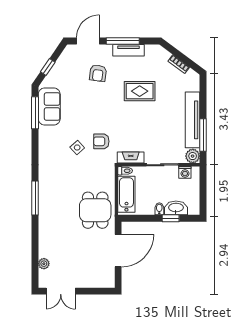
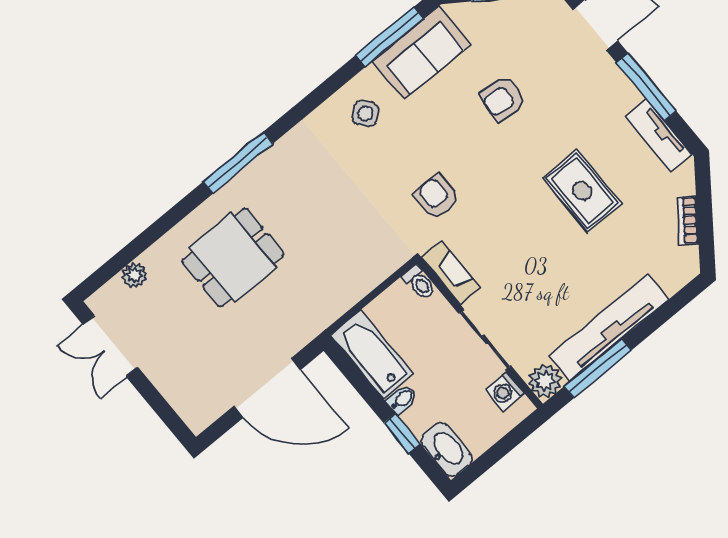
tv unit: (128, 50) -> (659, 135), moved
armchair: (98, 73) -> (503, 99), moved
side table: (77, 147) -> (365, 113), moved
bathtub: (126, 194) -> (372, 355), moved, turned -90
washbasin: (176, 208) -> (446, 450), moved
dining table: (95, 210) -> (233, 257), moved

